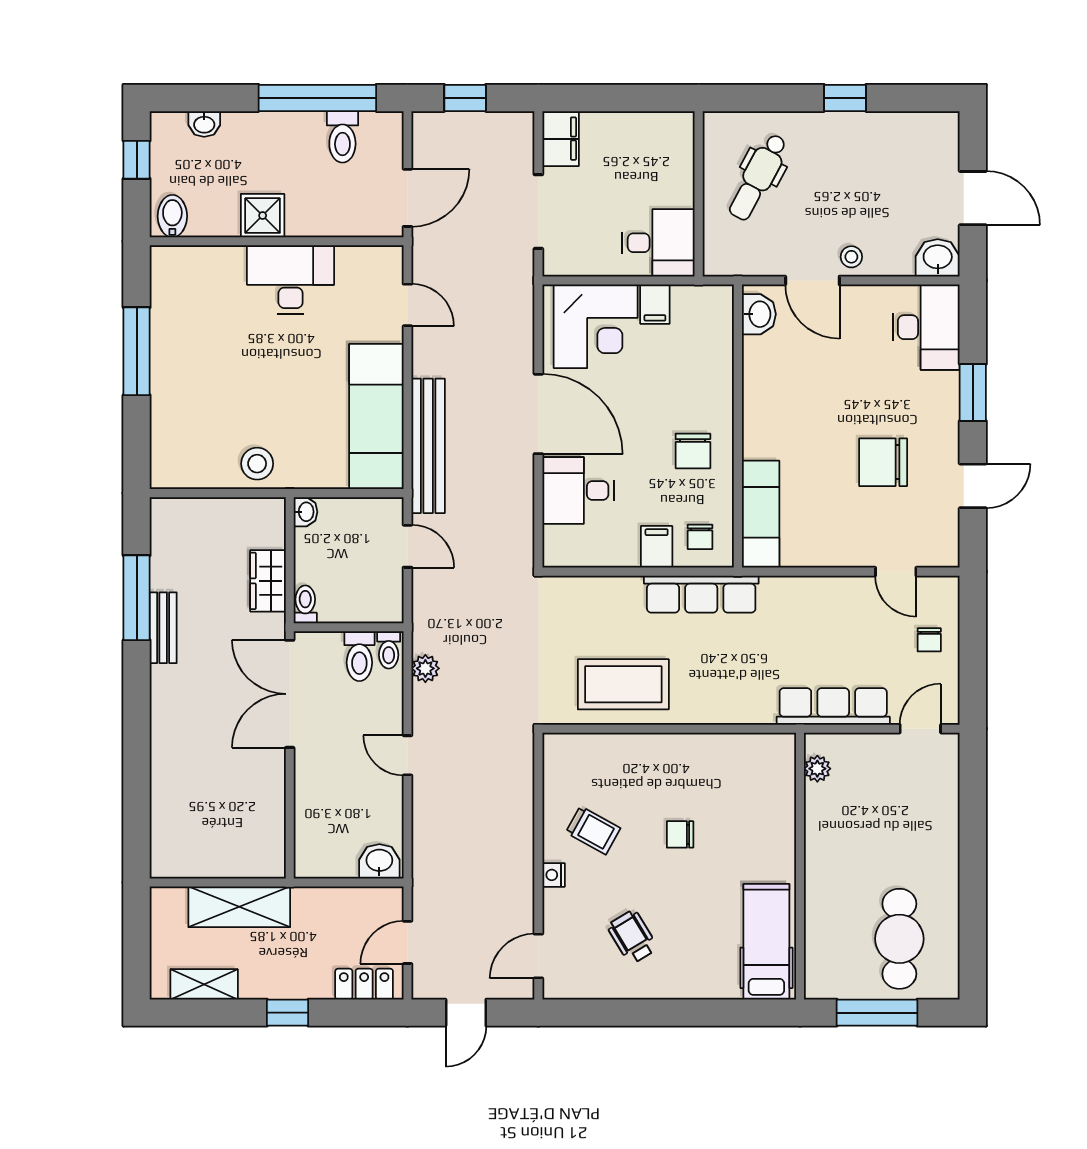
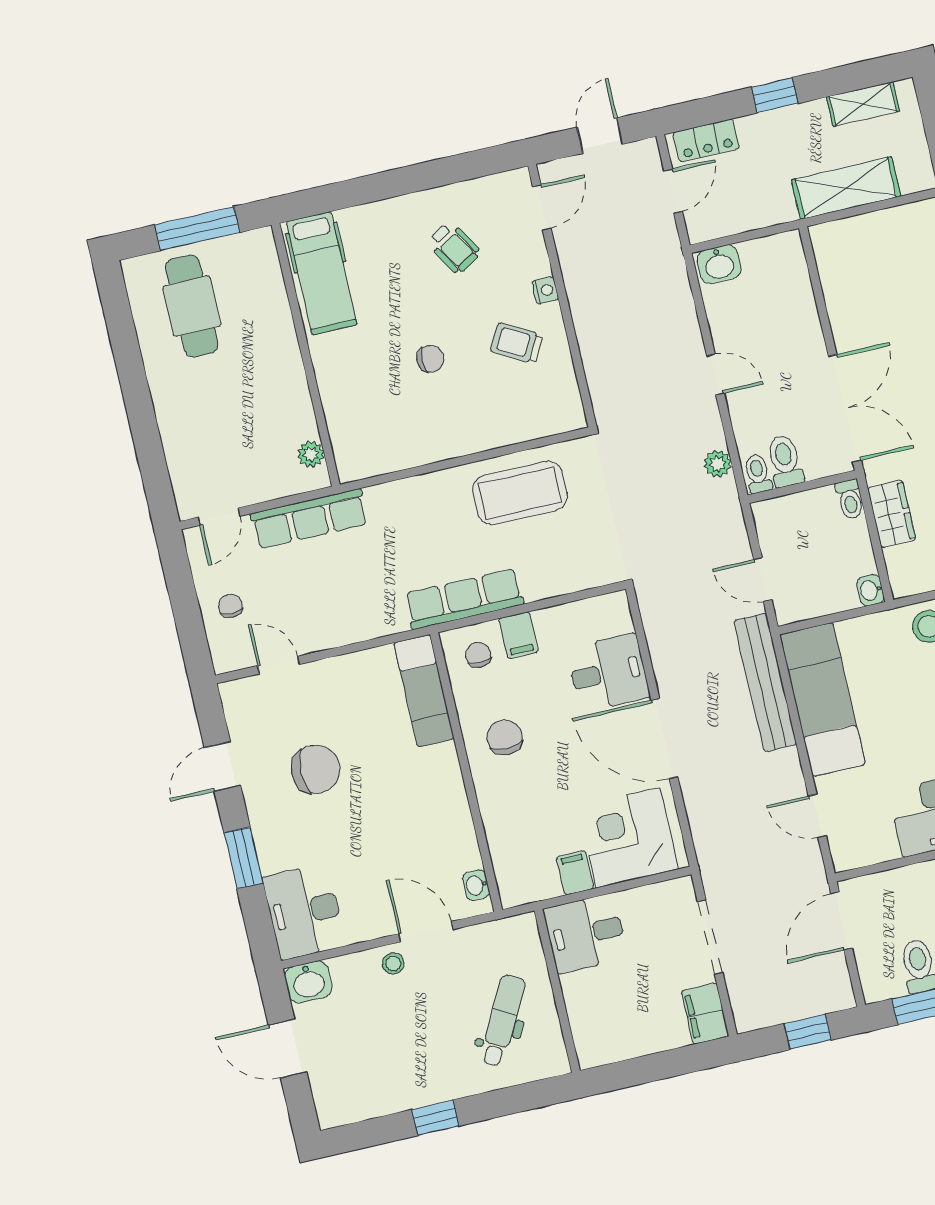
washbasin: (759, 314) -> (476, 885), width x0.72, depth x0.69

